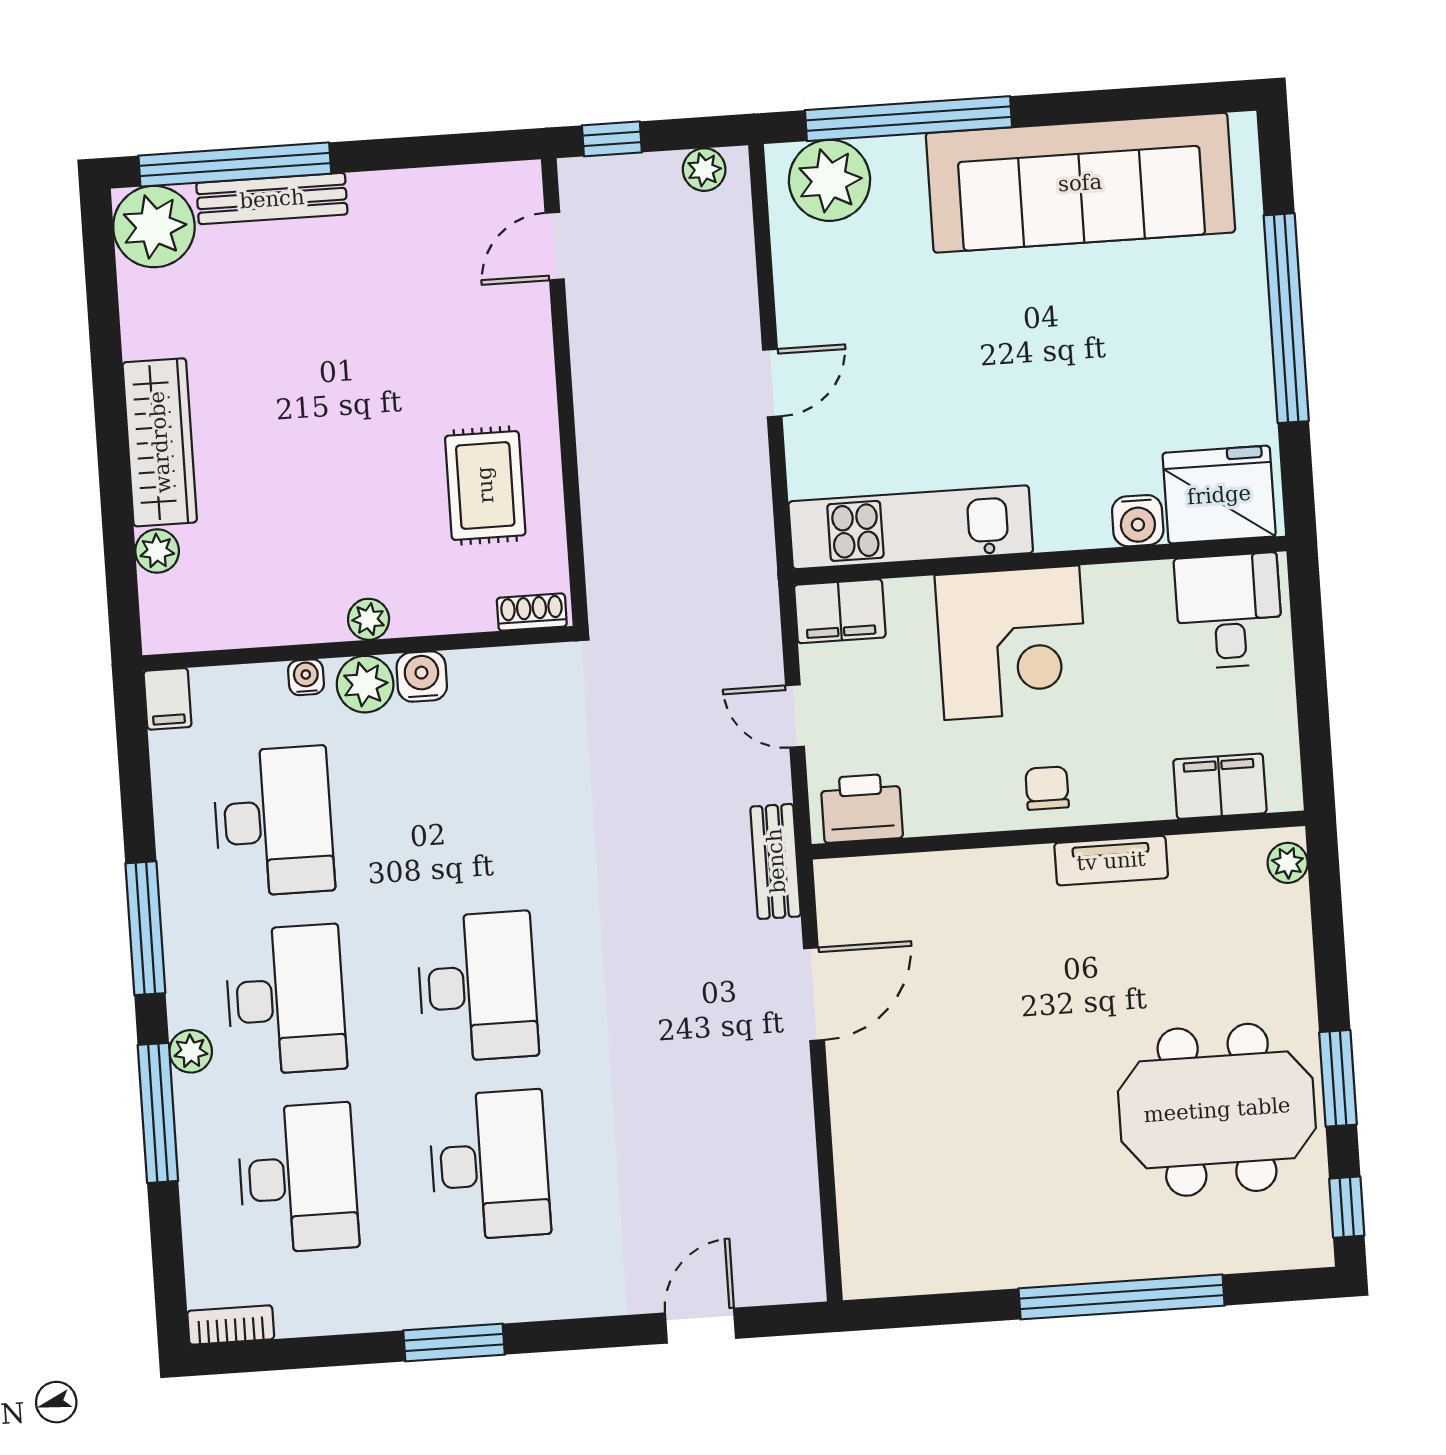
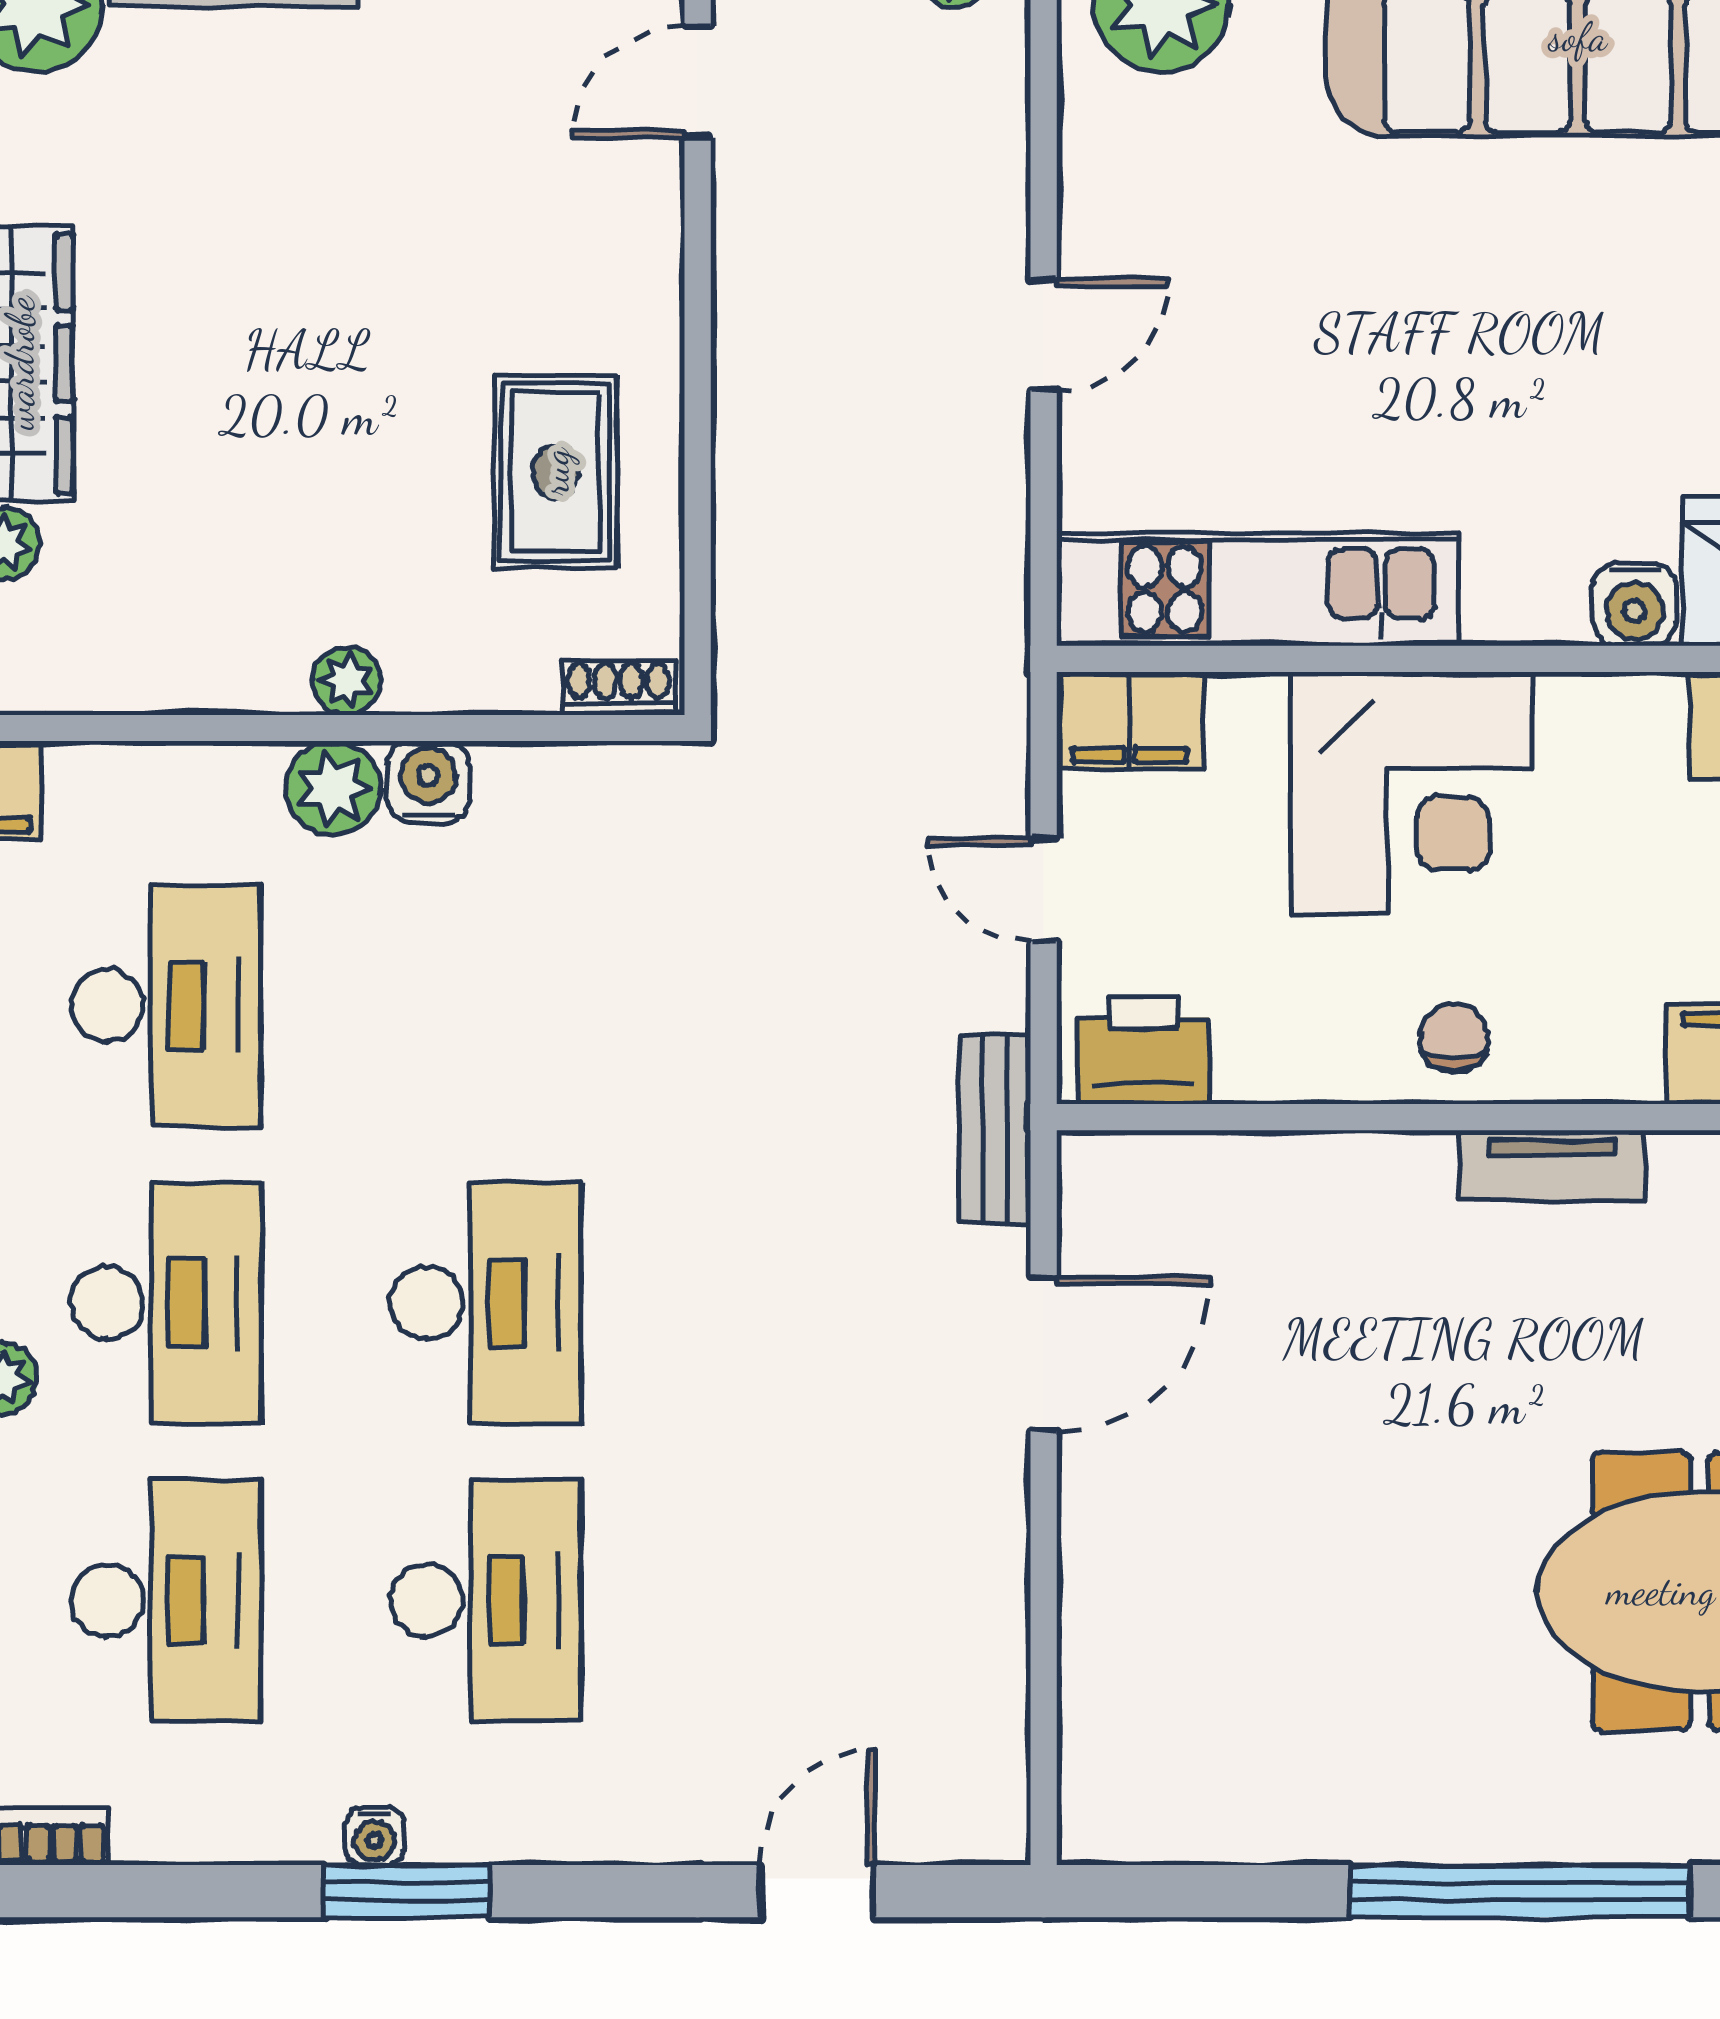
water cooler: (306, 677) -> (374, 1836), moved, turned 180

